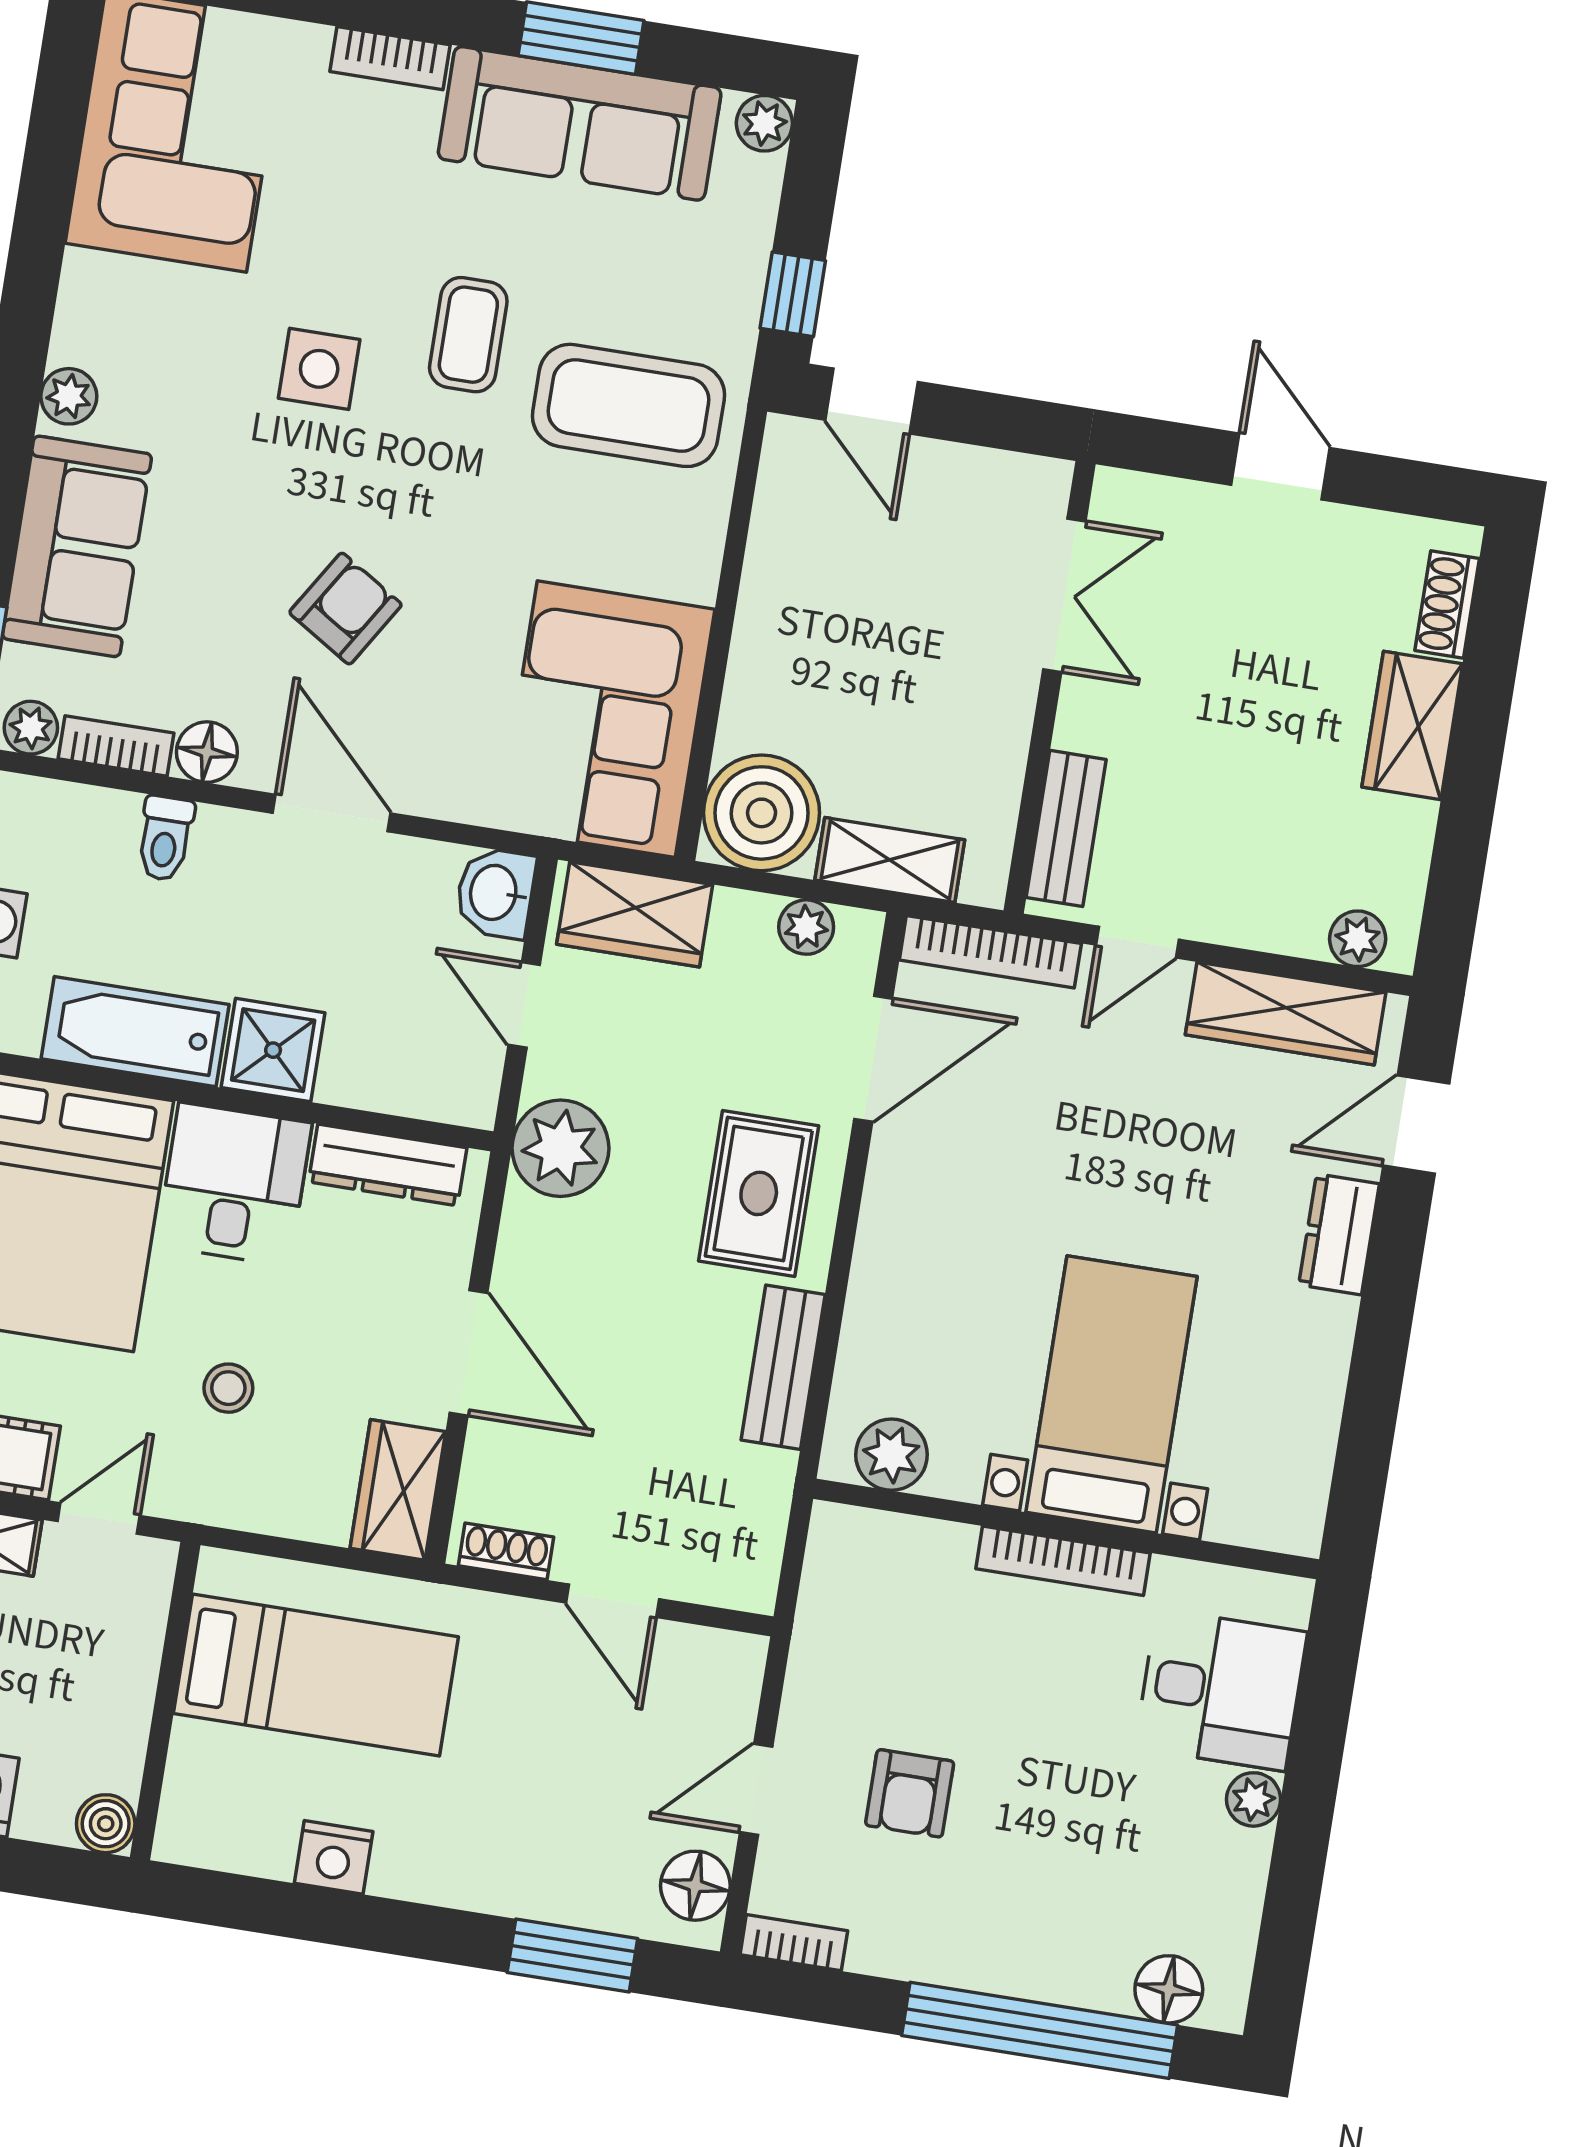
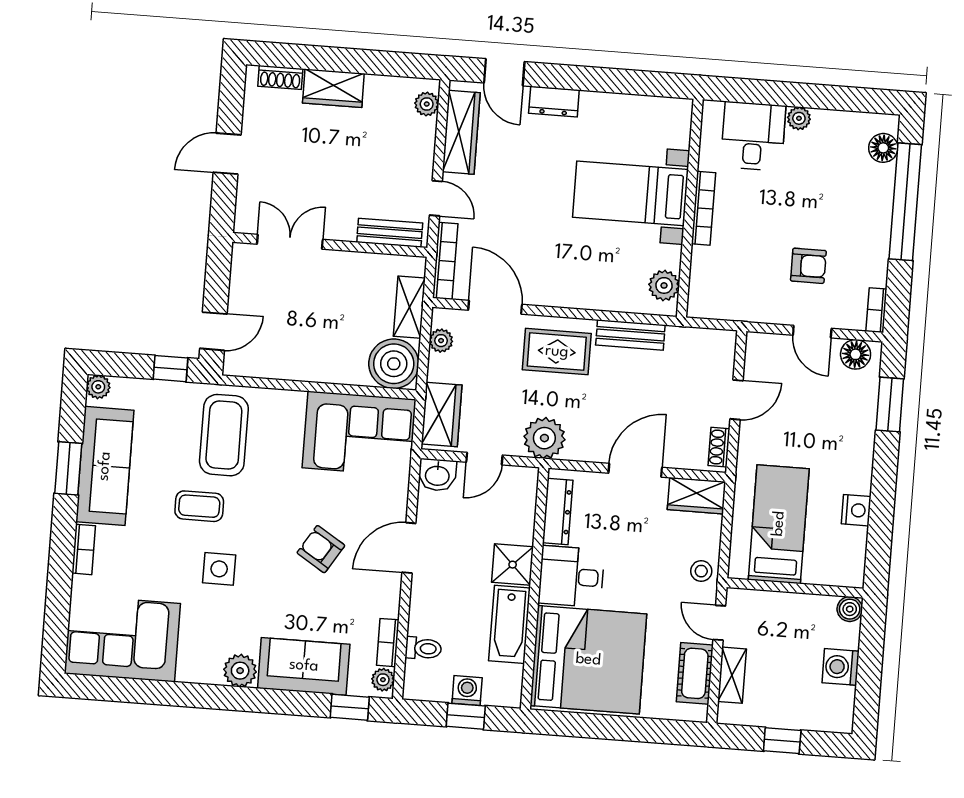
plant: (69, 396) -> (240, 671), width x1.38, depth x1.38
floor lamp: (207, 752) -> (387, 603), removed
toilet: (165, 838) -> (423, 648), moved
stool: (228, 1388) -> (701, 571), moved

